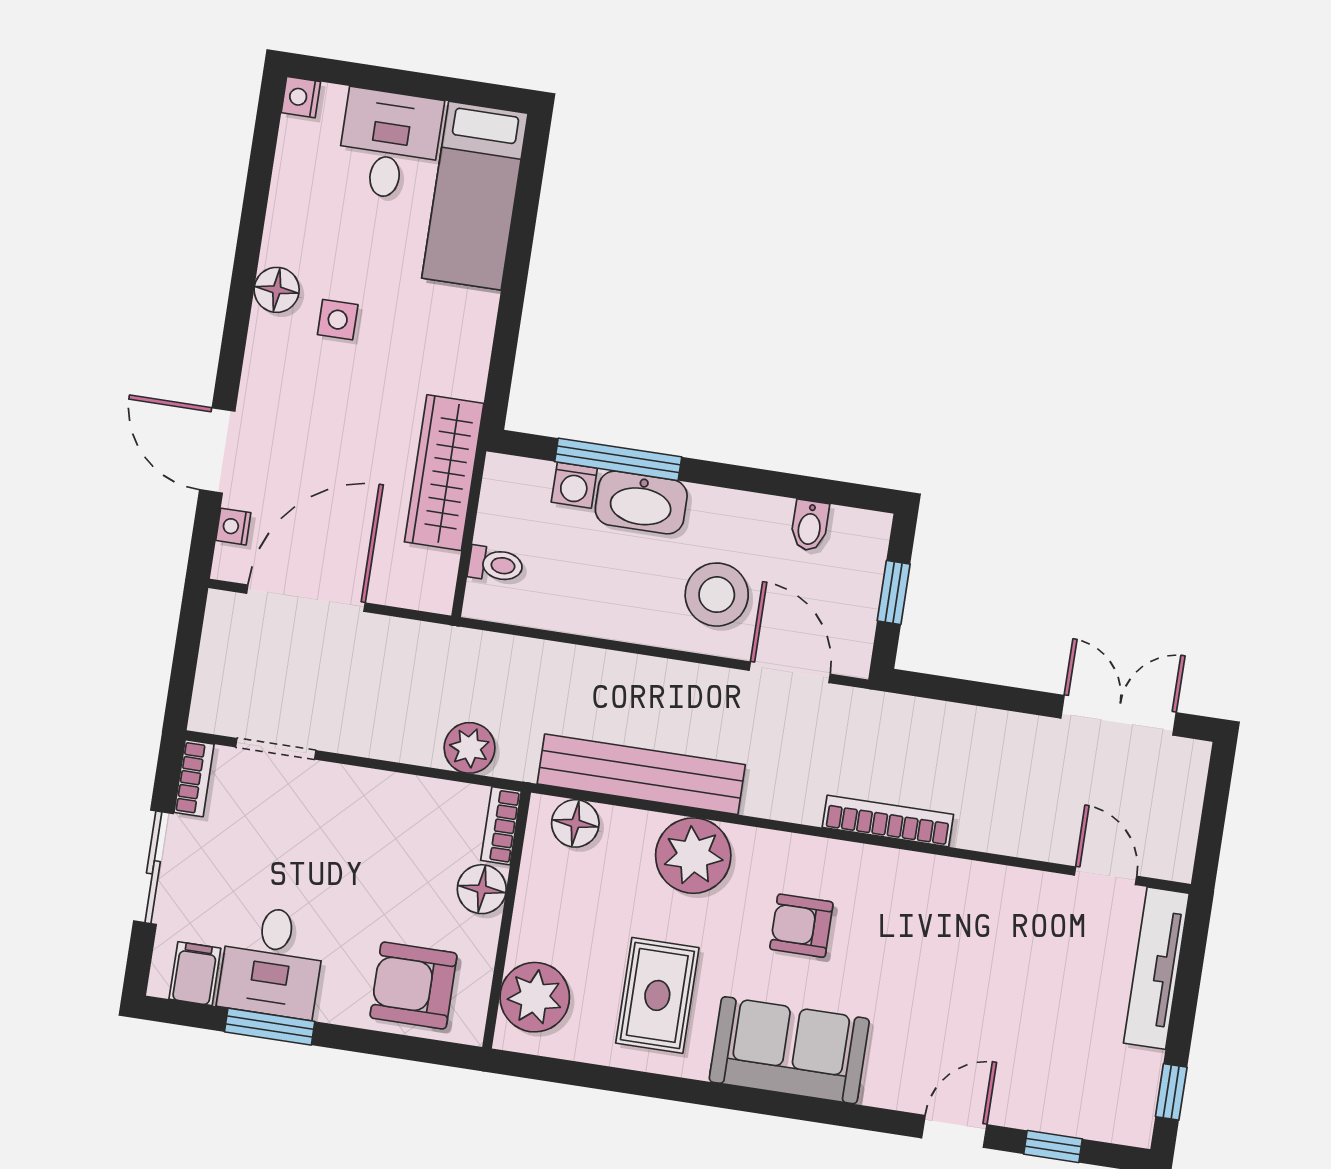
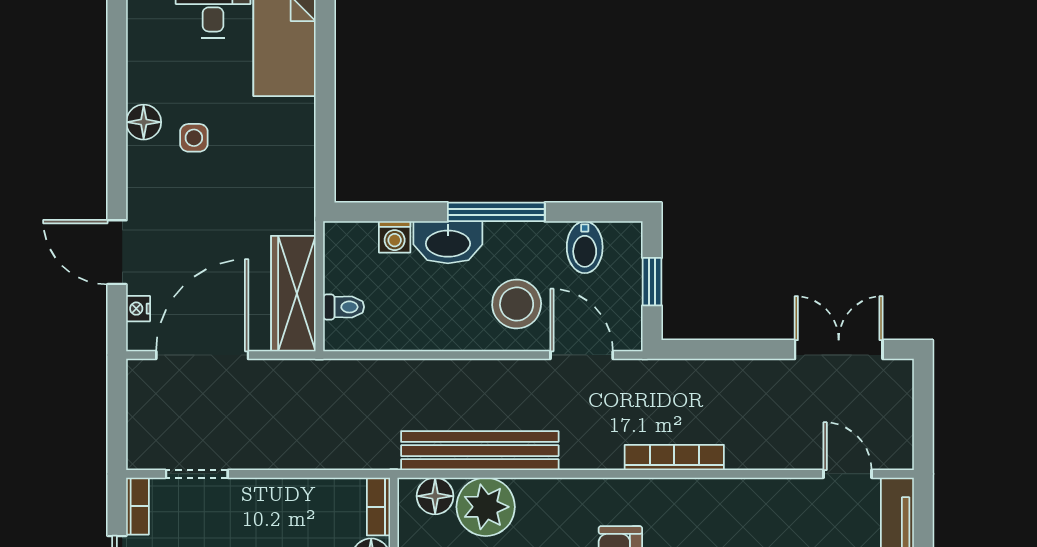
window: (618, 459) -> (496, 212), moved
wardrobe: (444, 473) -> (293, 294), moved
bidet: (810, 526) -> (585, 247), width x1.38, depth x1.36
plant: (470, 748) -> (345, 451), removed
plant: (693, 856) -> (486, 507), moved

